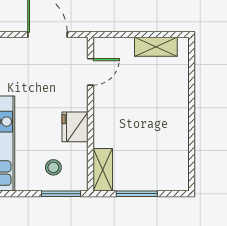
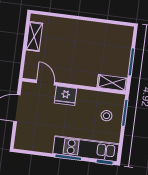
fridge: (75, 127) -> (66, 96), moved

